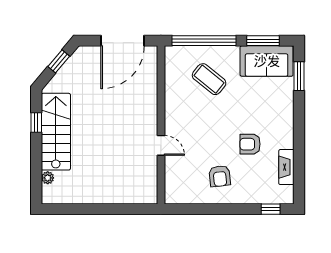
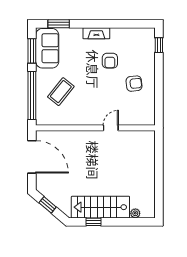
fireplace: (286, 167) -> (96, 33), moved

